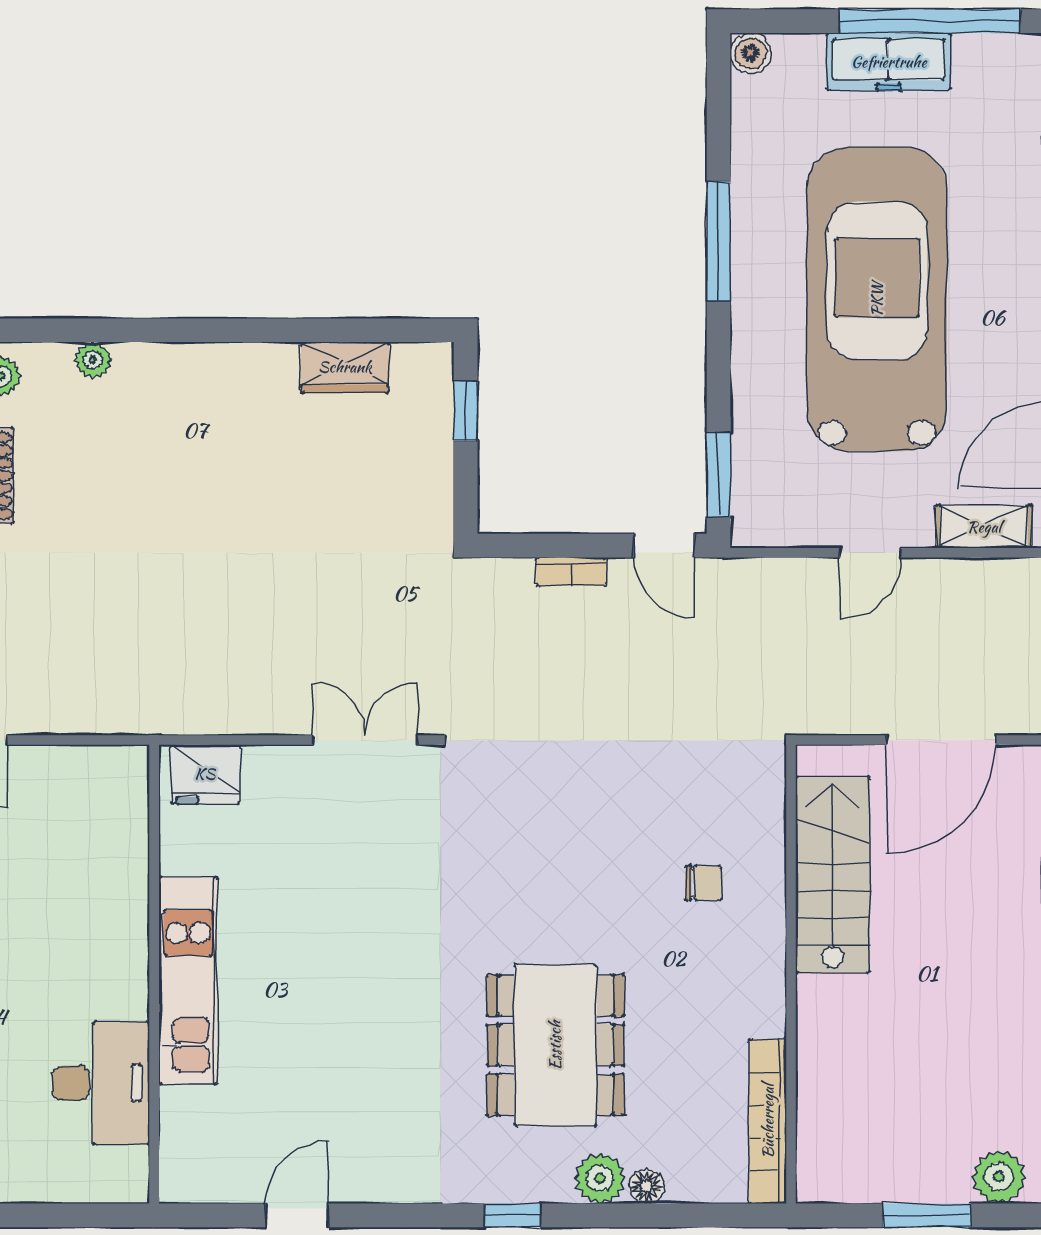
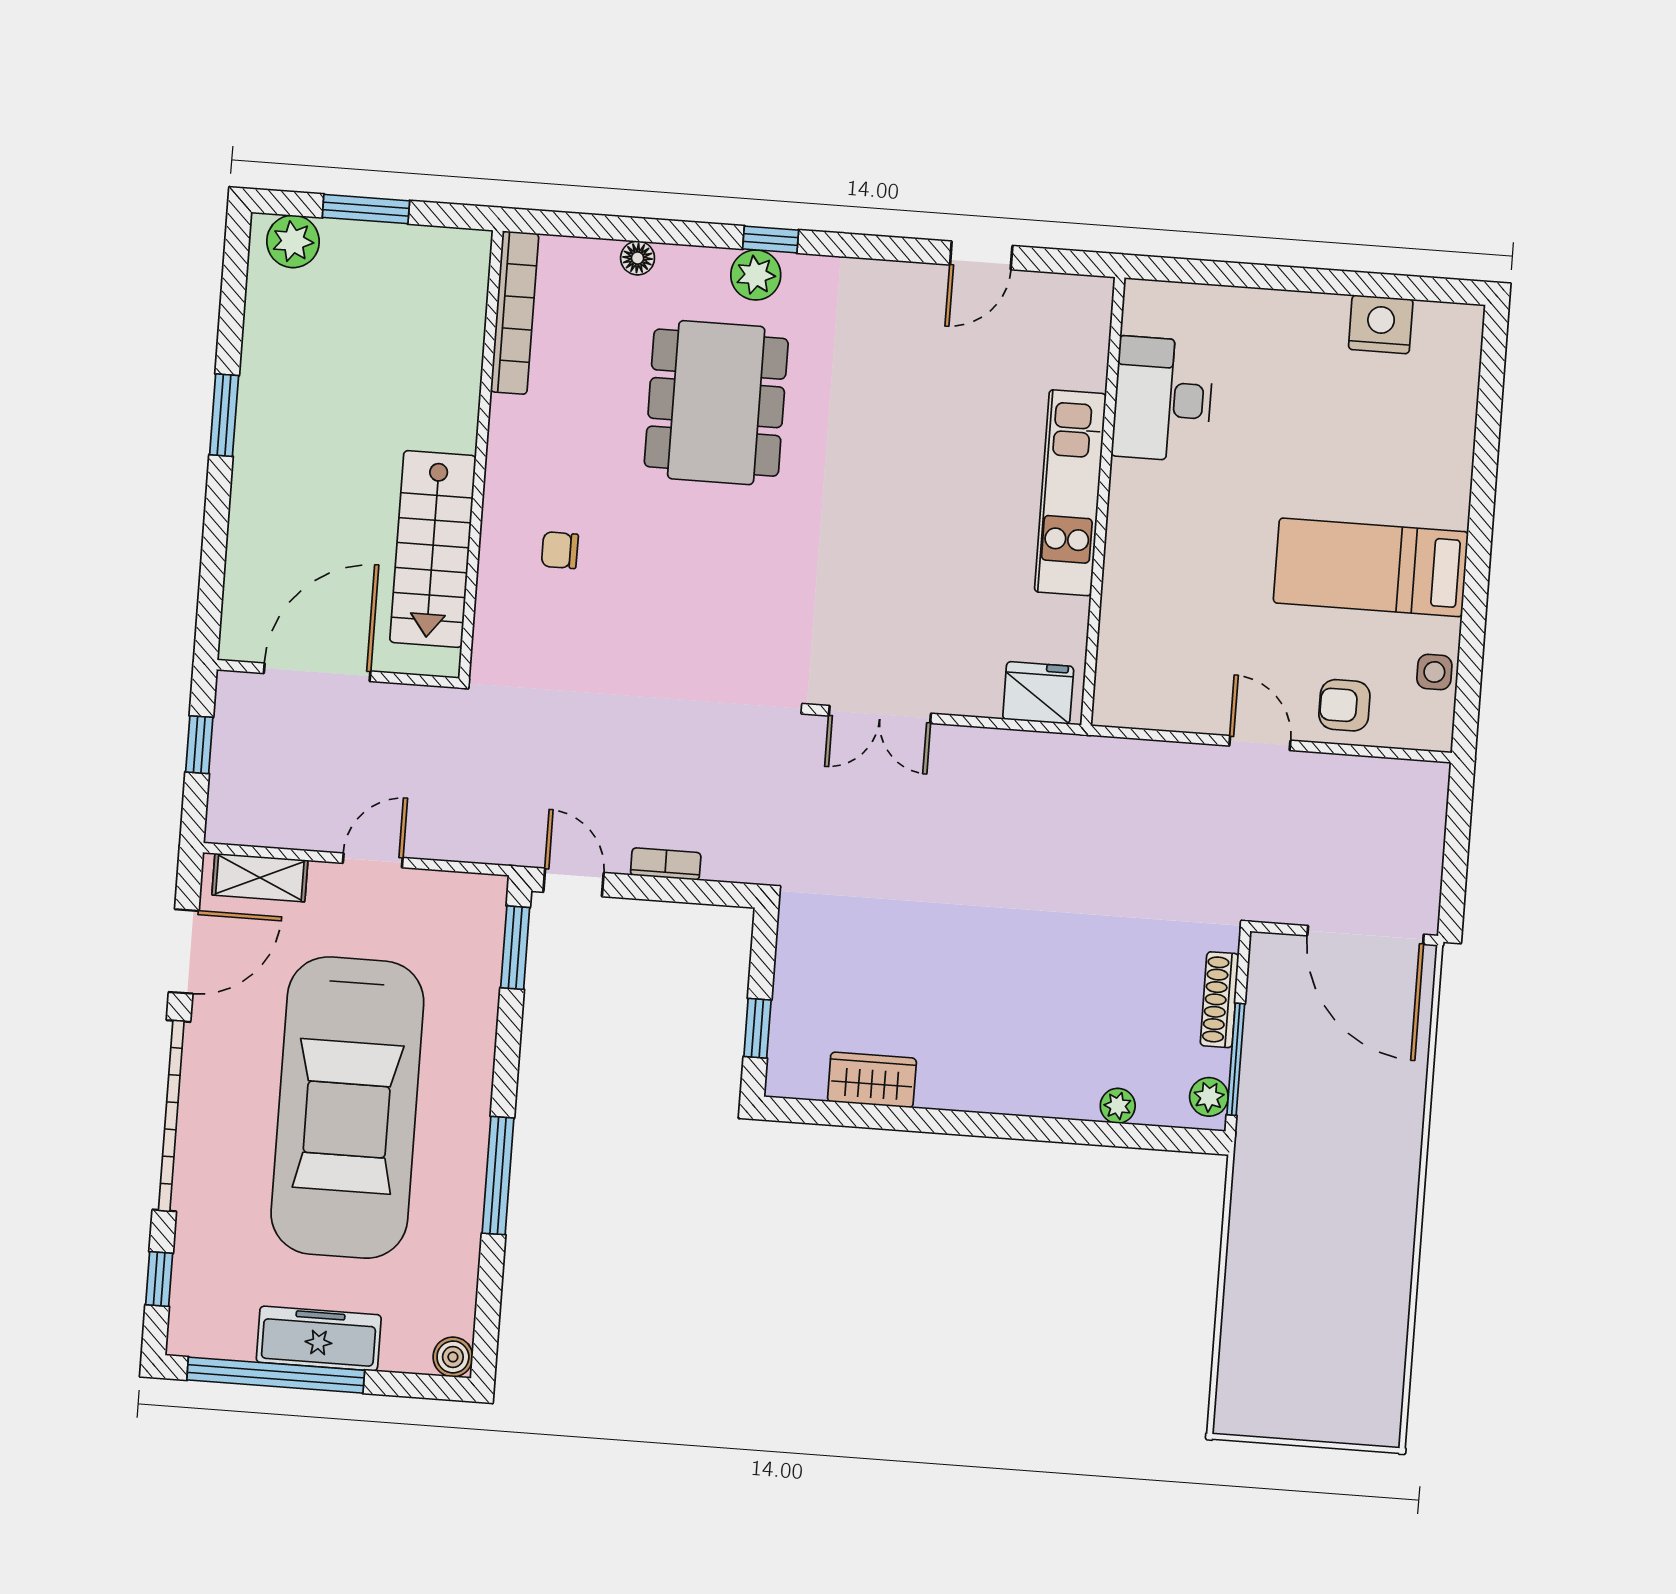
plant: (600, 1178) -> (756, 275), moved

